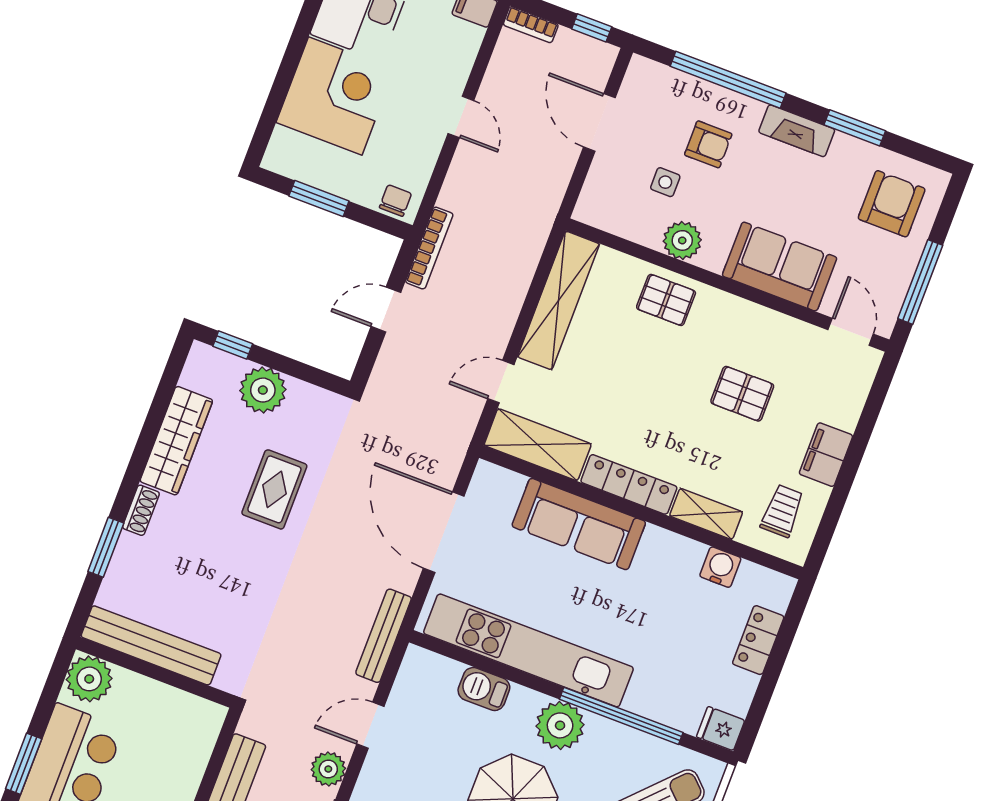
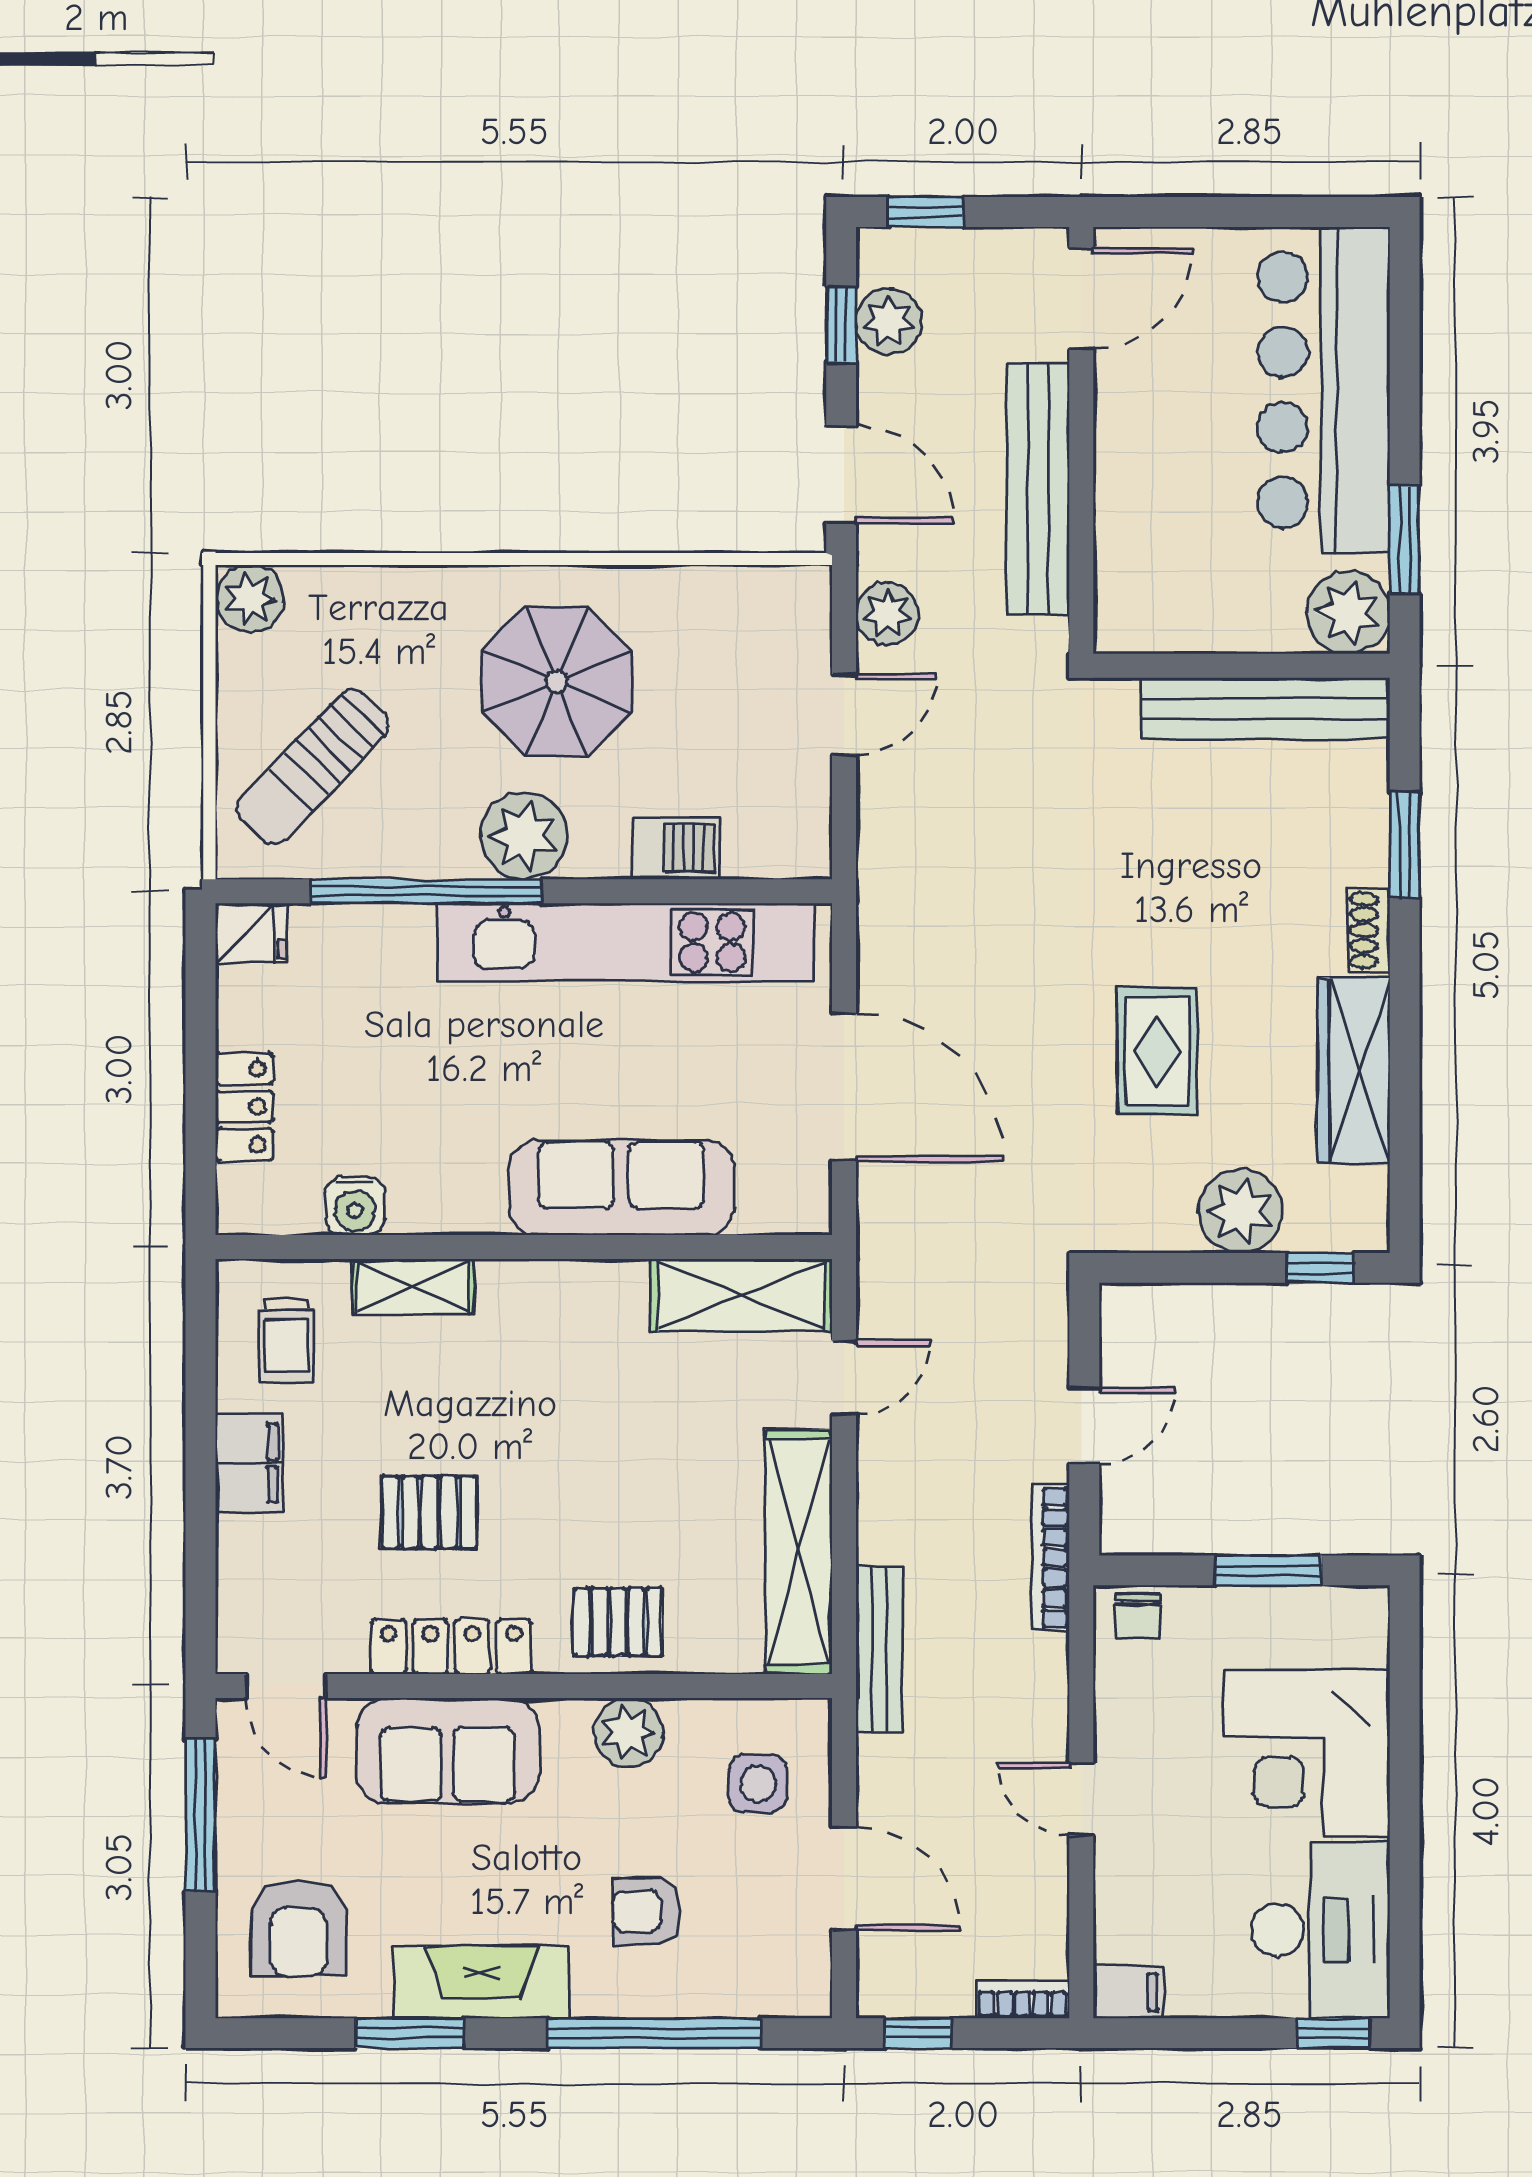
fireplace: (797, 131) -> (482, 1982), width x1.37, depth x1.32
side table: (665, 182) -> (758, 1784), moved, width x1.37, depth x1.37
locker: (629, 484) -> (451, 1647), moved, turned 180
bench: (384, 636) -> (879, 1649), moved
window: (24, 764) -> (1405, 540), moved

